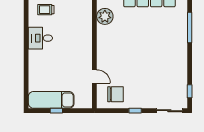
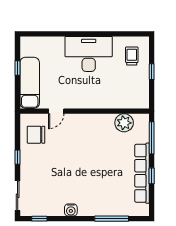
desk: (40, 38) -> (89, 54), width x1.87, depth x1.30
water cooler: (182, 64) -> (71, 210), added
chair: (115, 94) -> (36, 135), turned 90
exam couch: (51, 100) -> (30, 83), moved

